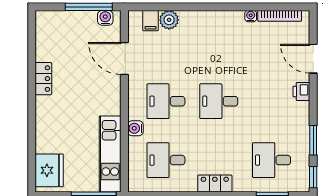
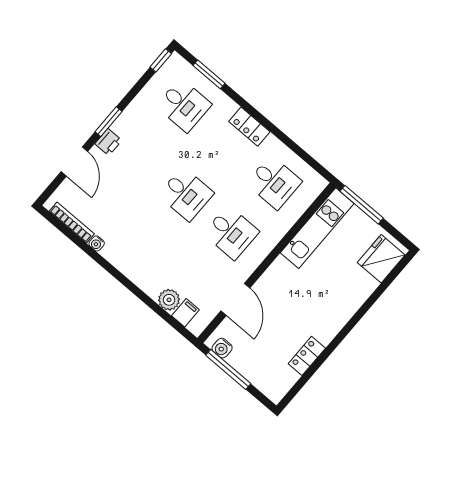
locker: (43, 79) -> (307, 356), moved
water cooler: (135, 128) -> (277, 232), removed
window: (313, 140) -> (109, 122), moved

